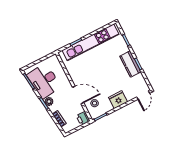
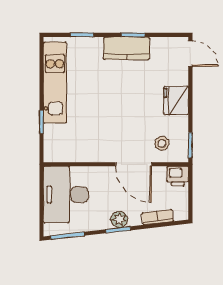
kitchen unit: (91, 42) -> (55, 83), width x0.73
desk: (44, 81) -> (66, 195), moved, turned 97
door: (78, 95) -> (134, 164), swing flipped

